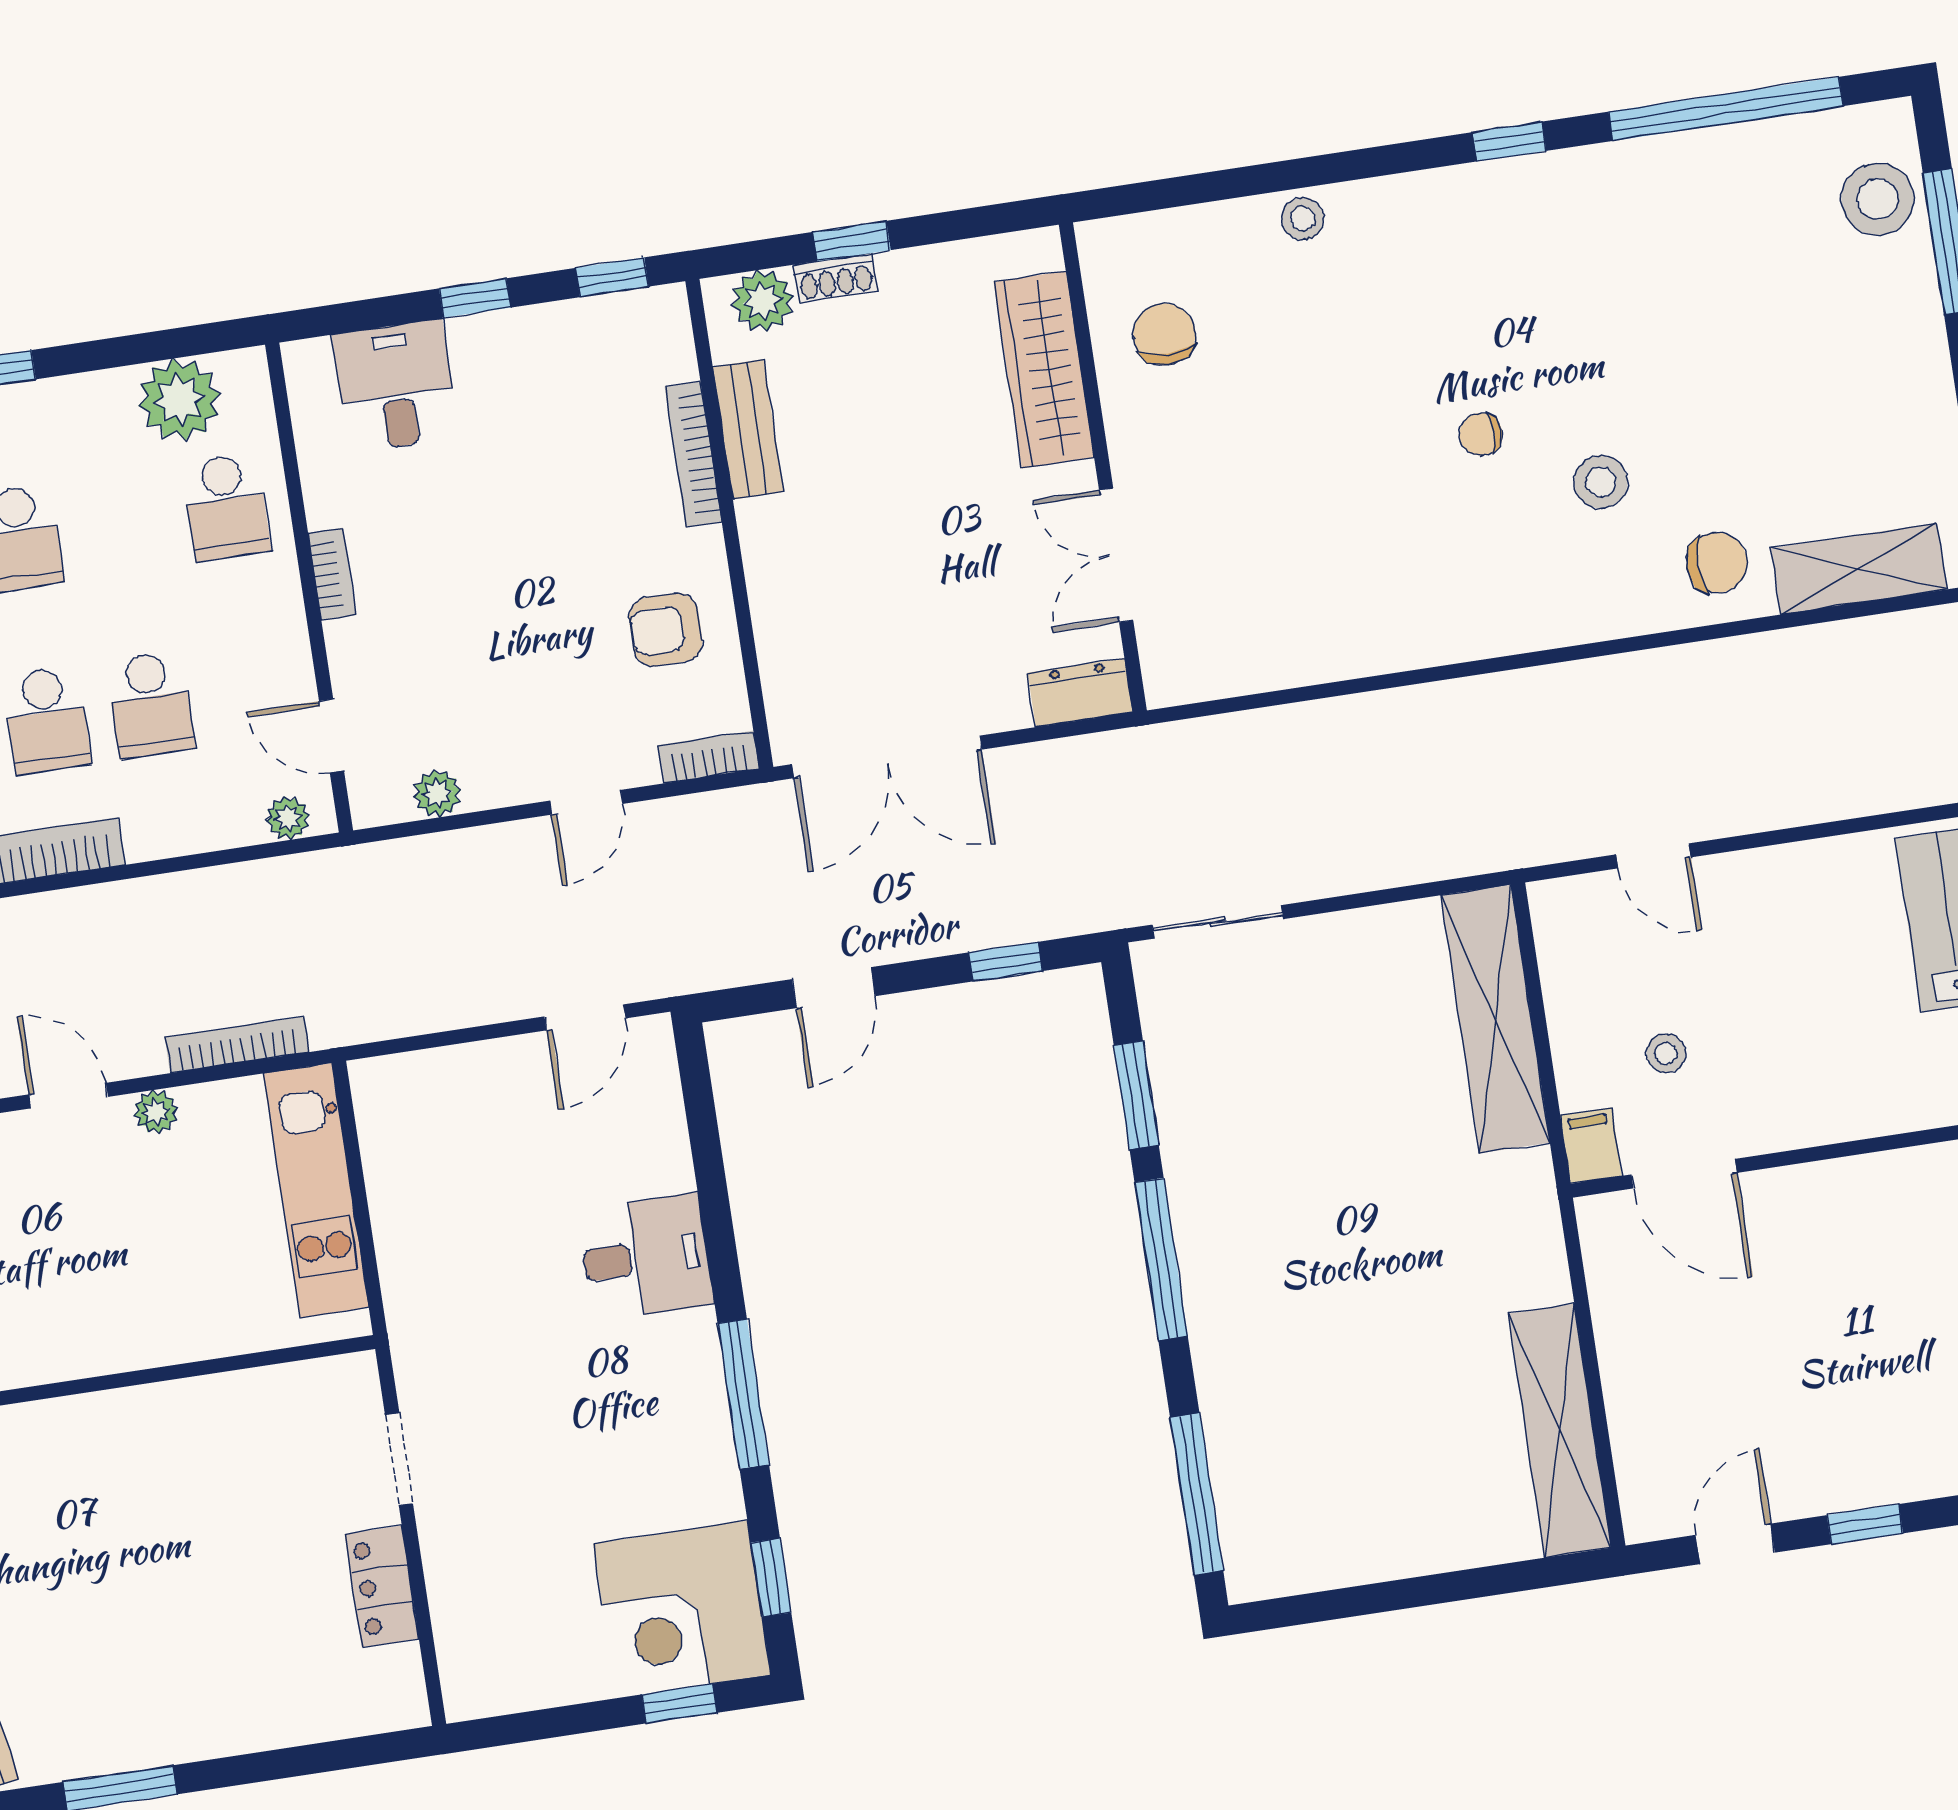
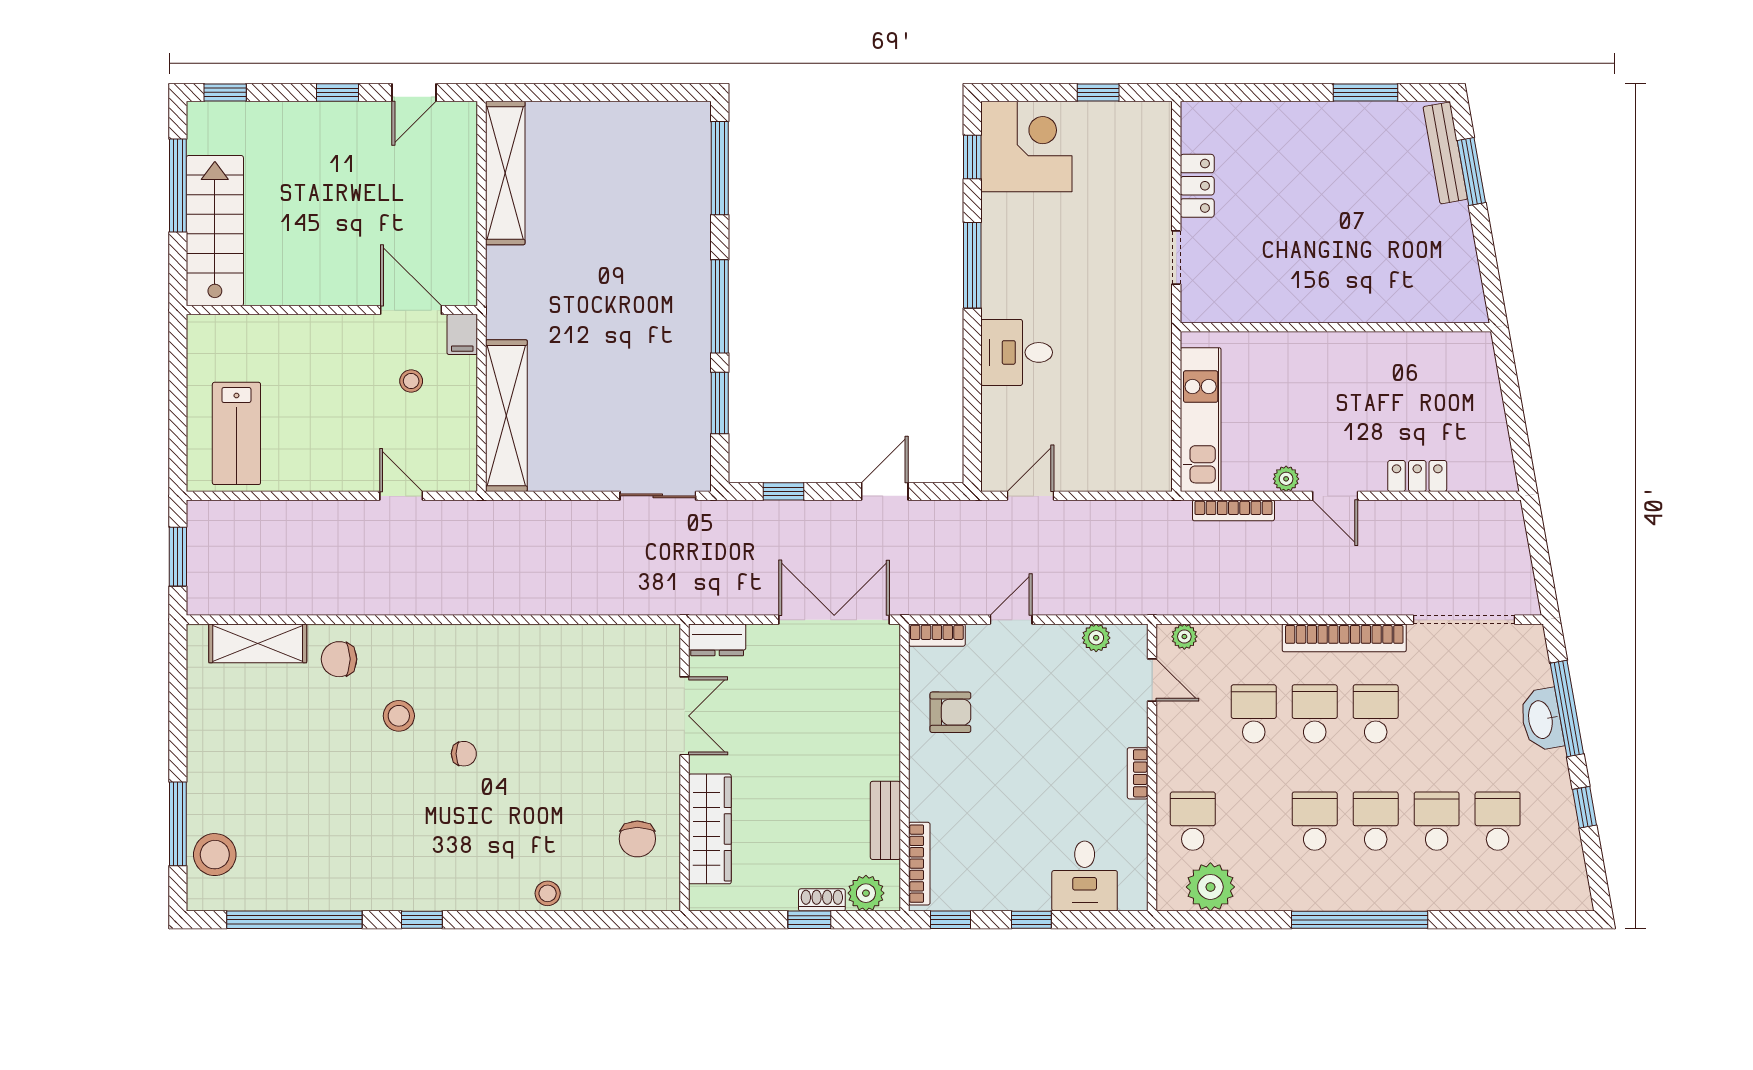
bookcase: (693, 454) -> (919, 864), moved
window: (679, 1704) -> (1098, 92), moved

